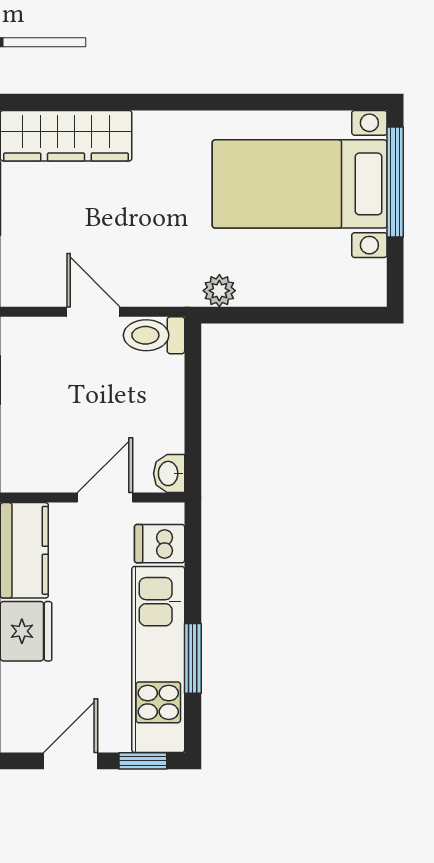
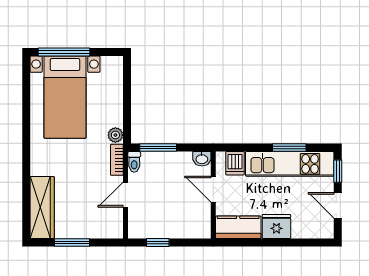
bookcase: (167, 294) -> (117, 160), added
toilet: (154, 335) -> (134, 162), width x0.73, depth x0.72
window: (193, 381) -> (158, 148), added

